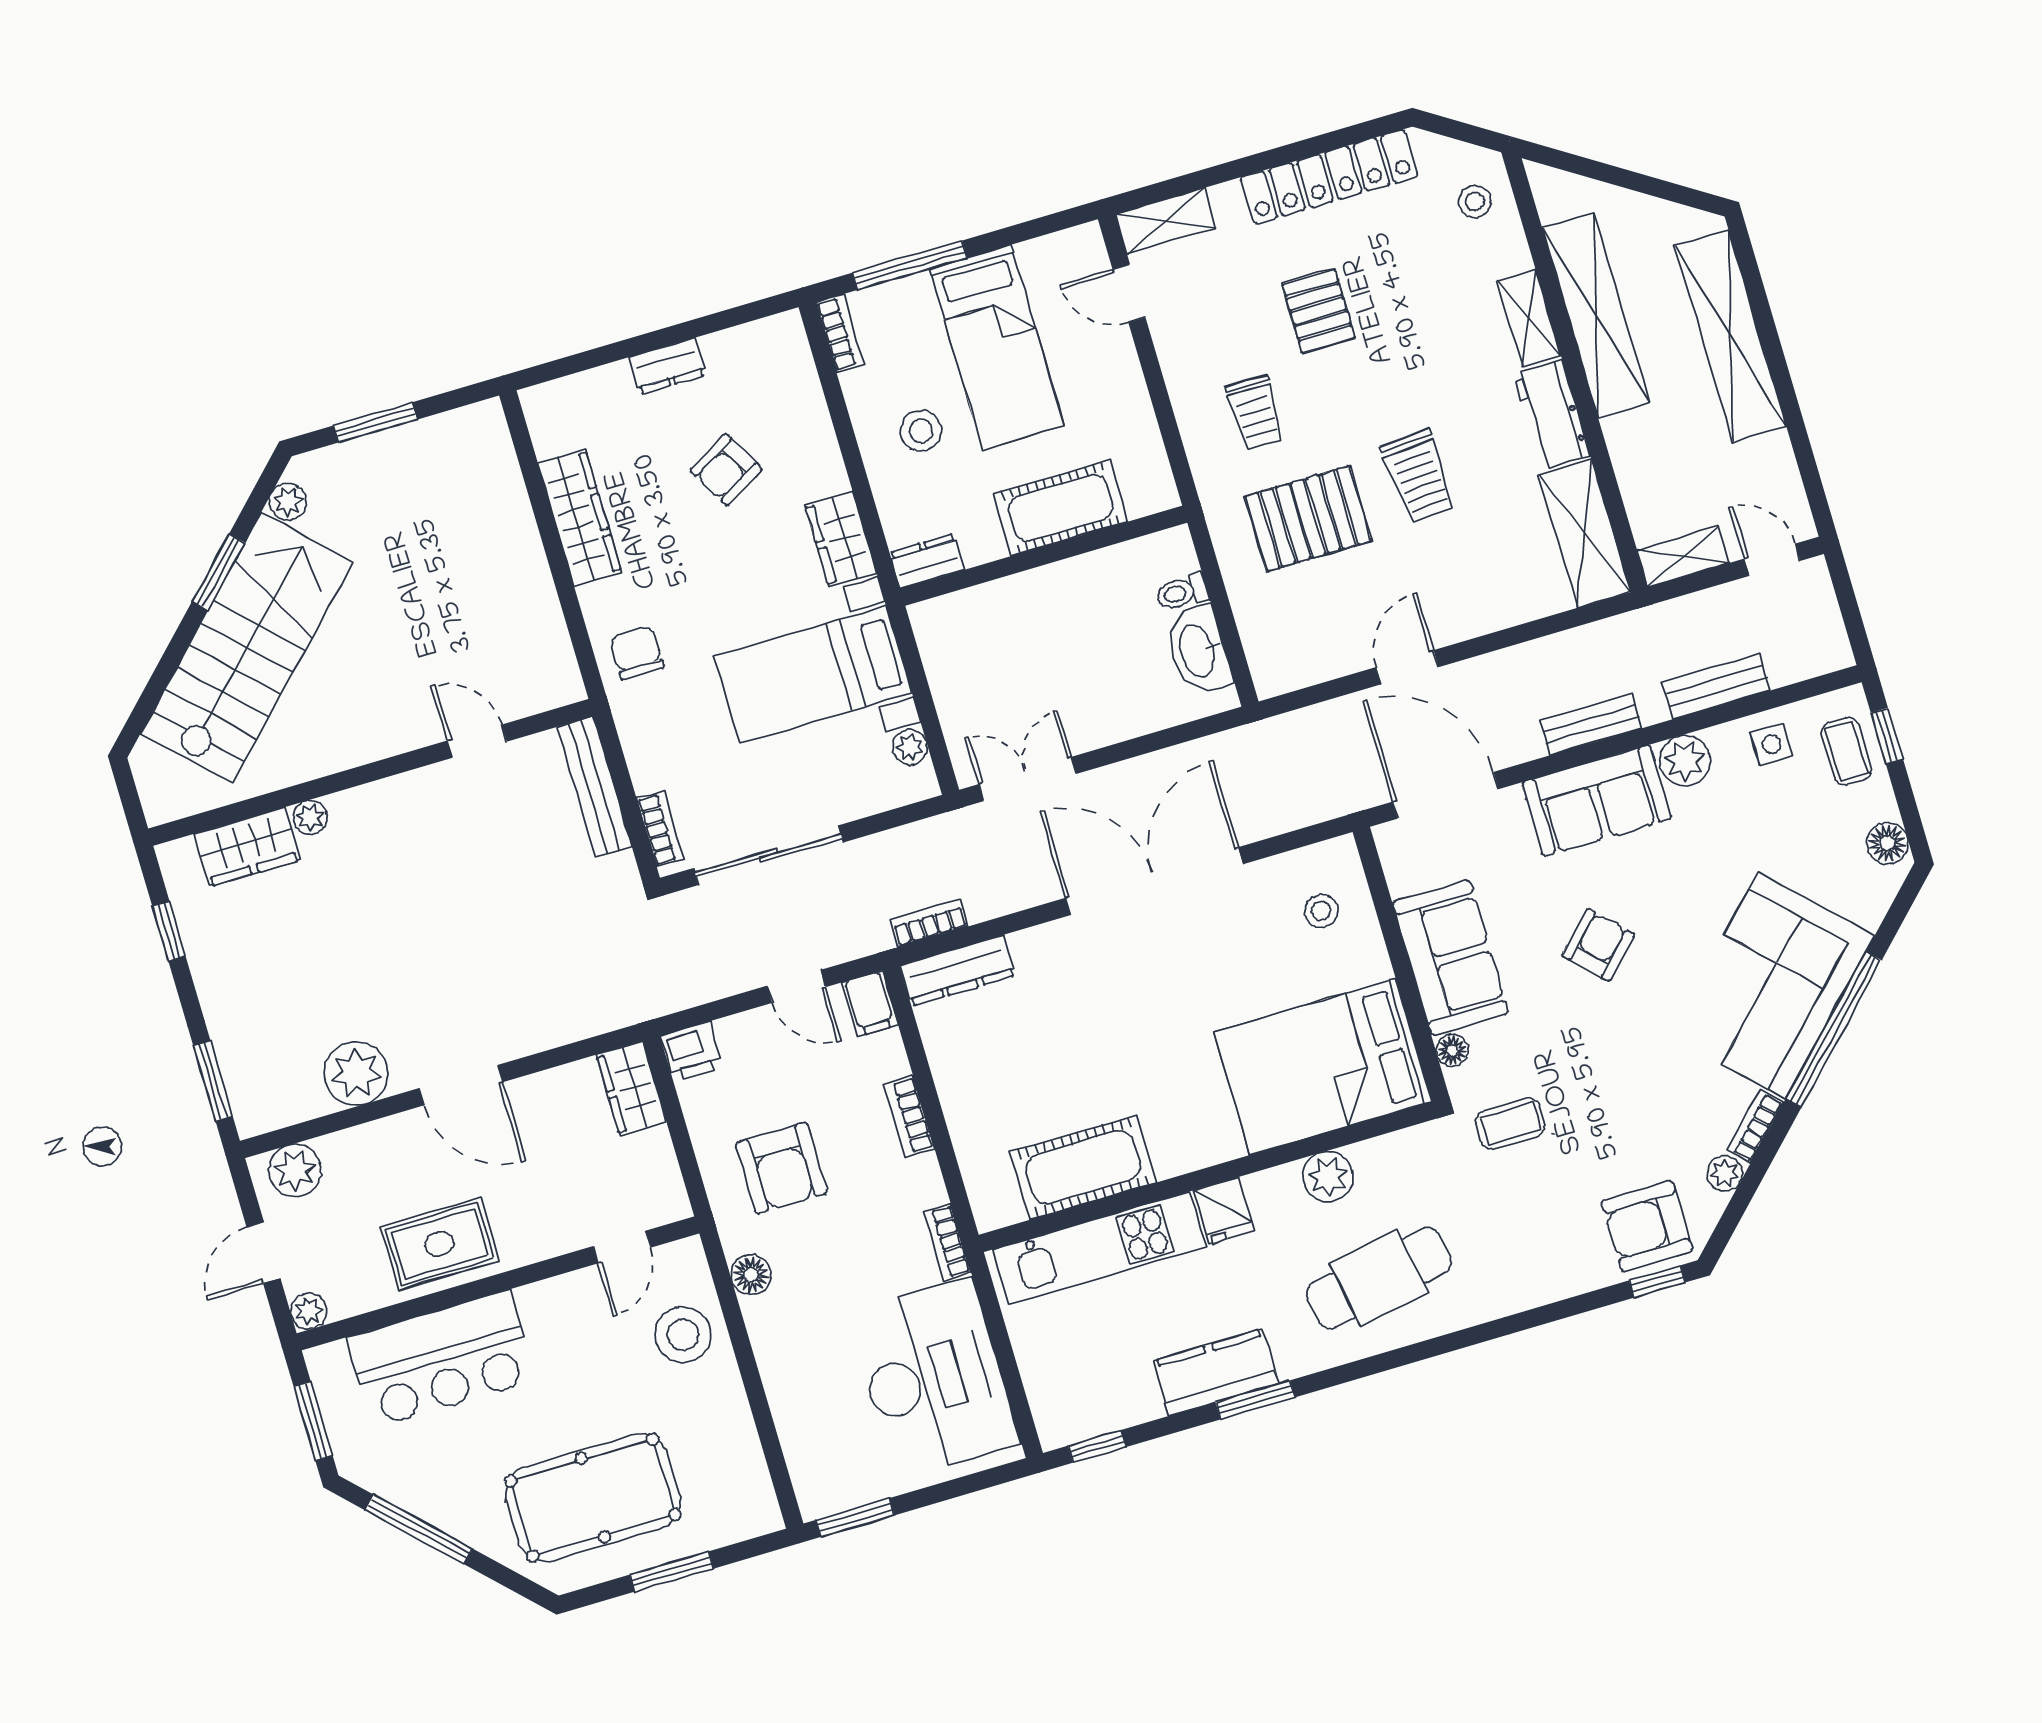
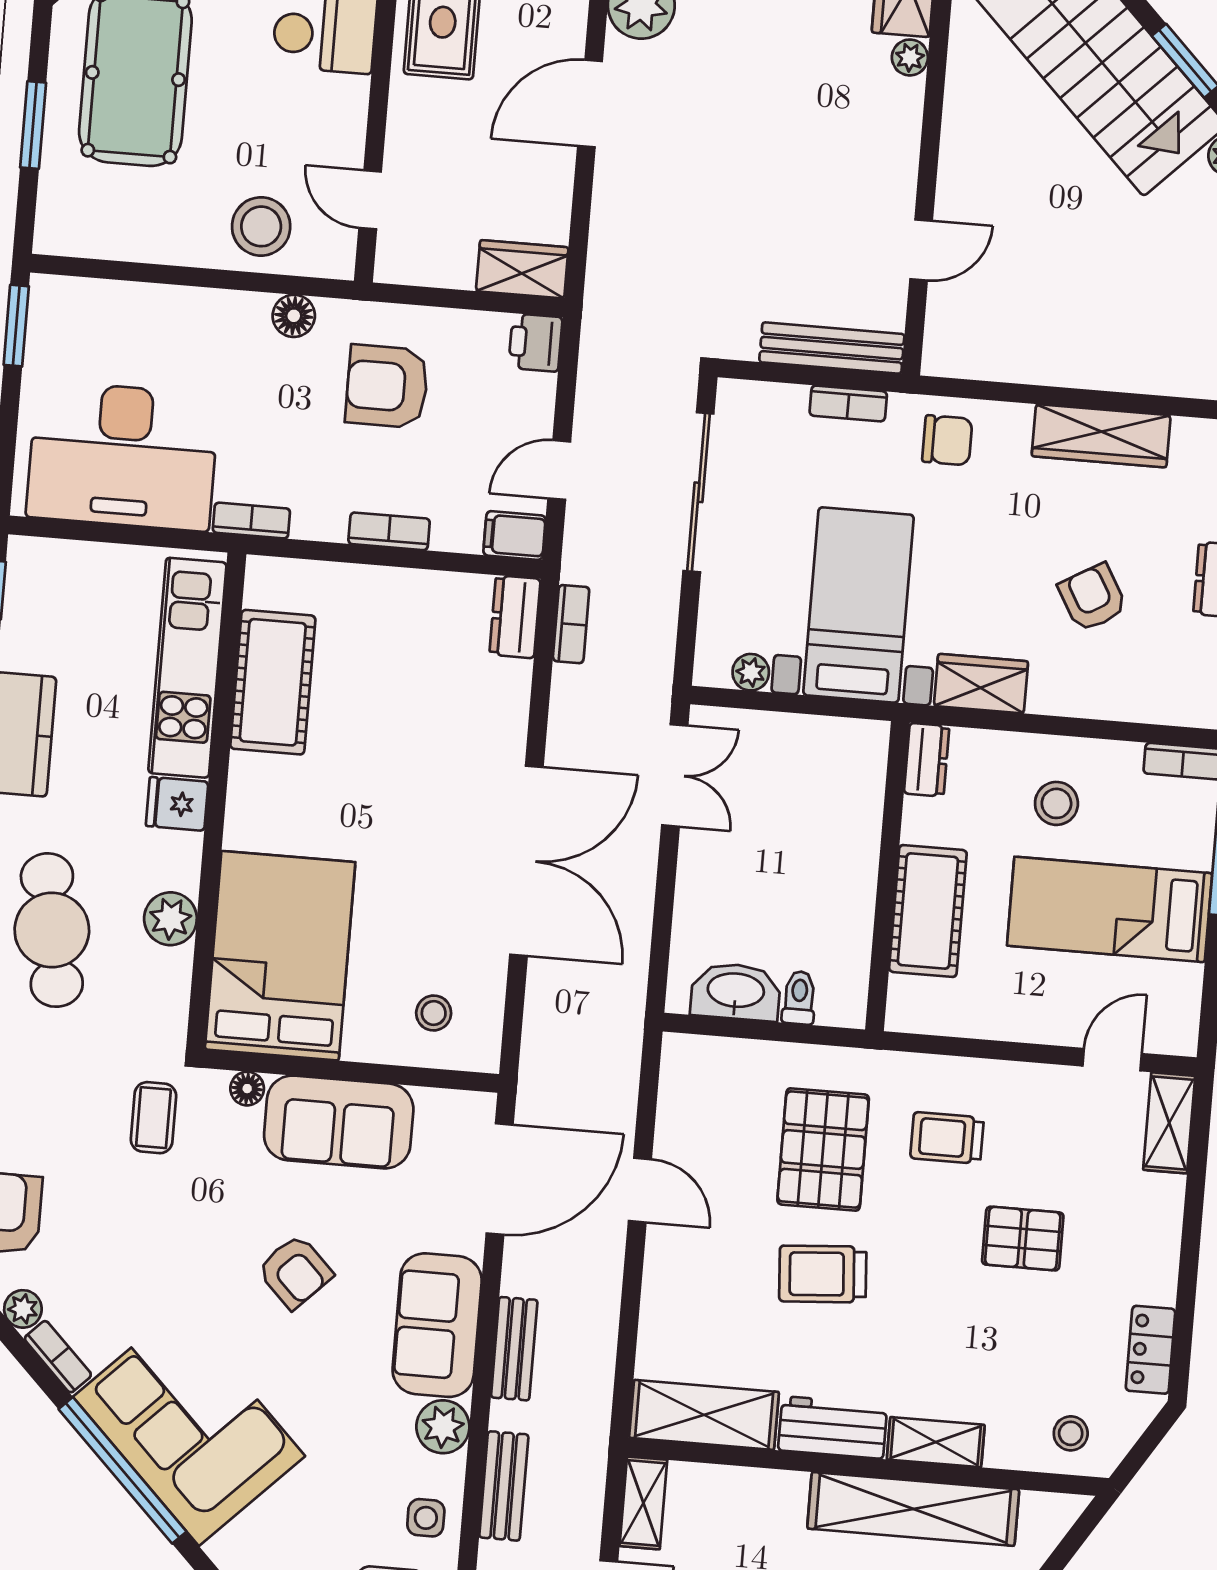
locker: (1329, 177) -> (1151, 1350), width x0.46, depth x0.83
bookcase: (660, 829) -> (848, 403), moved
dresser: (958, 970) -> (515, 617), width x0.70

